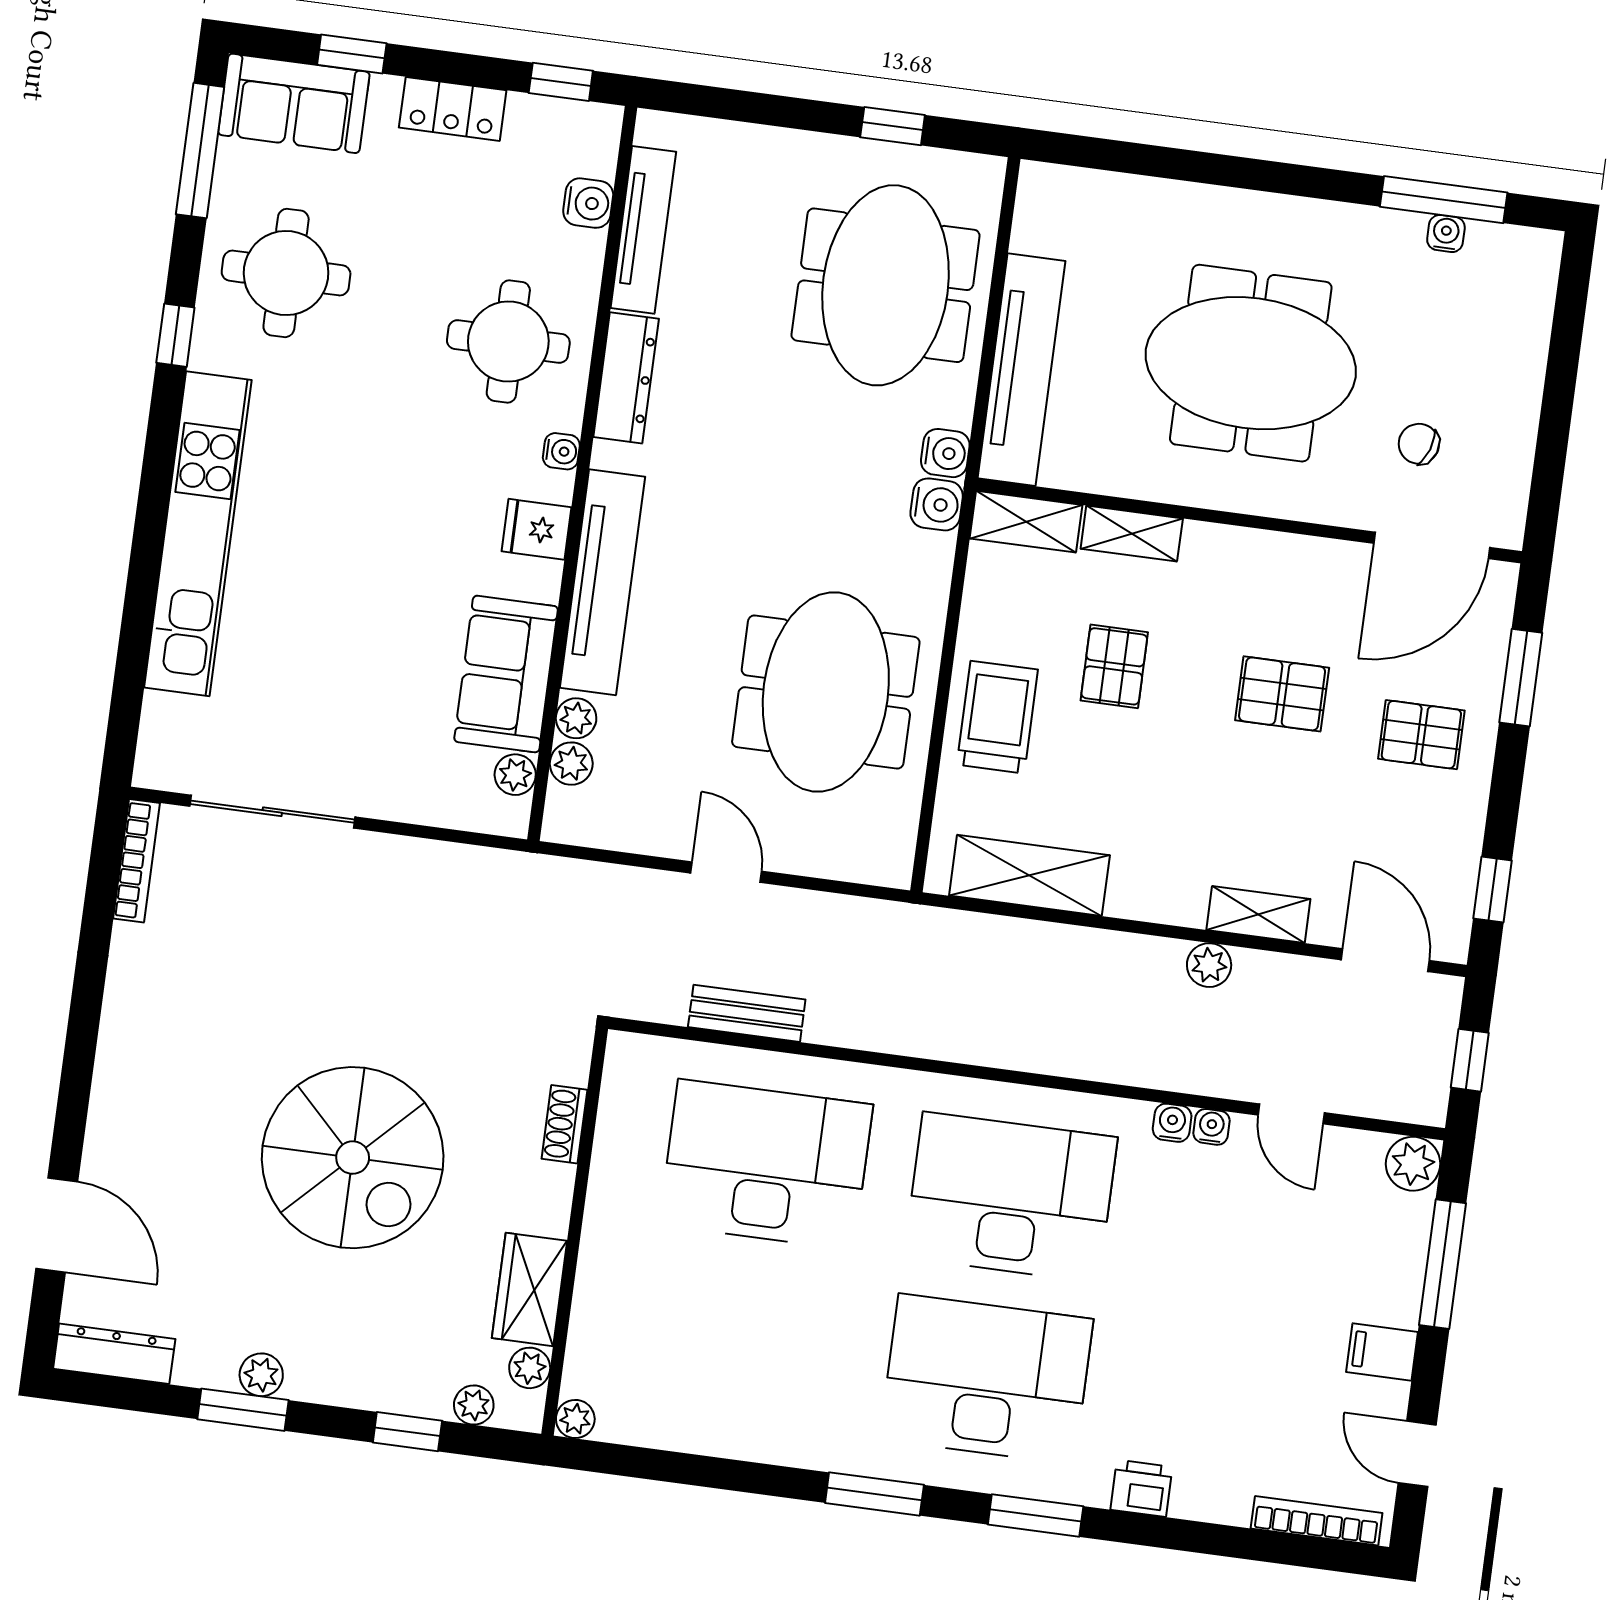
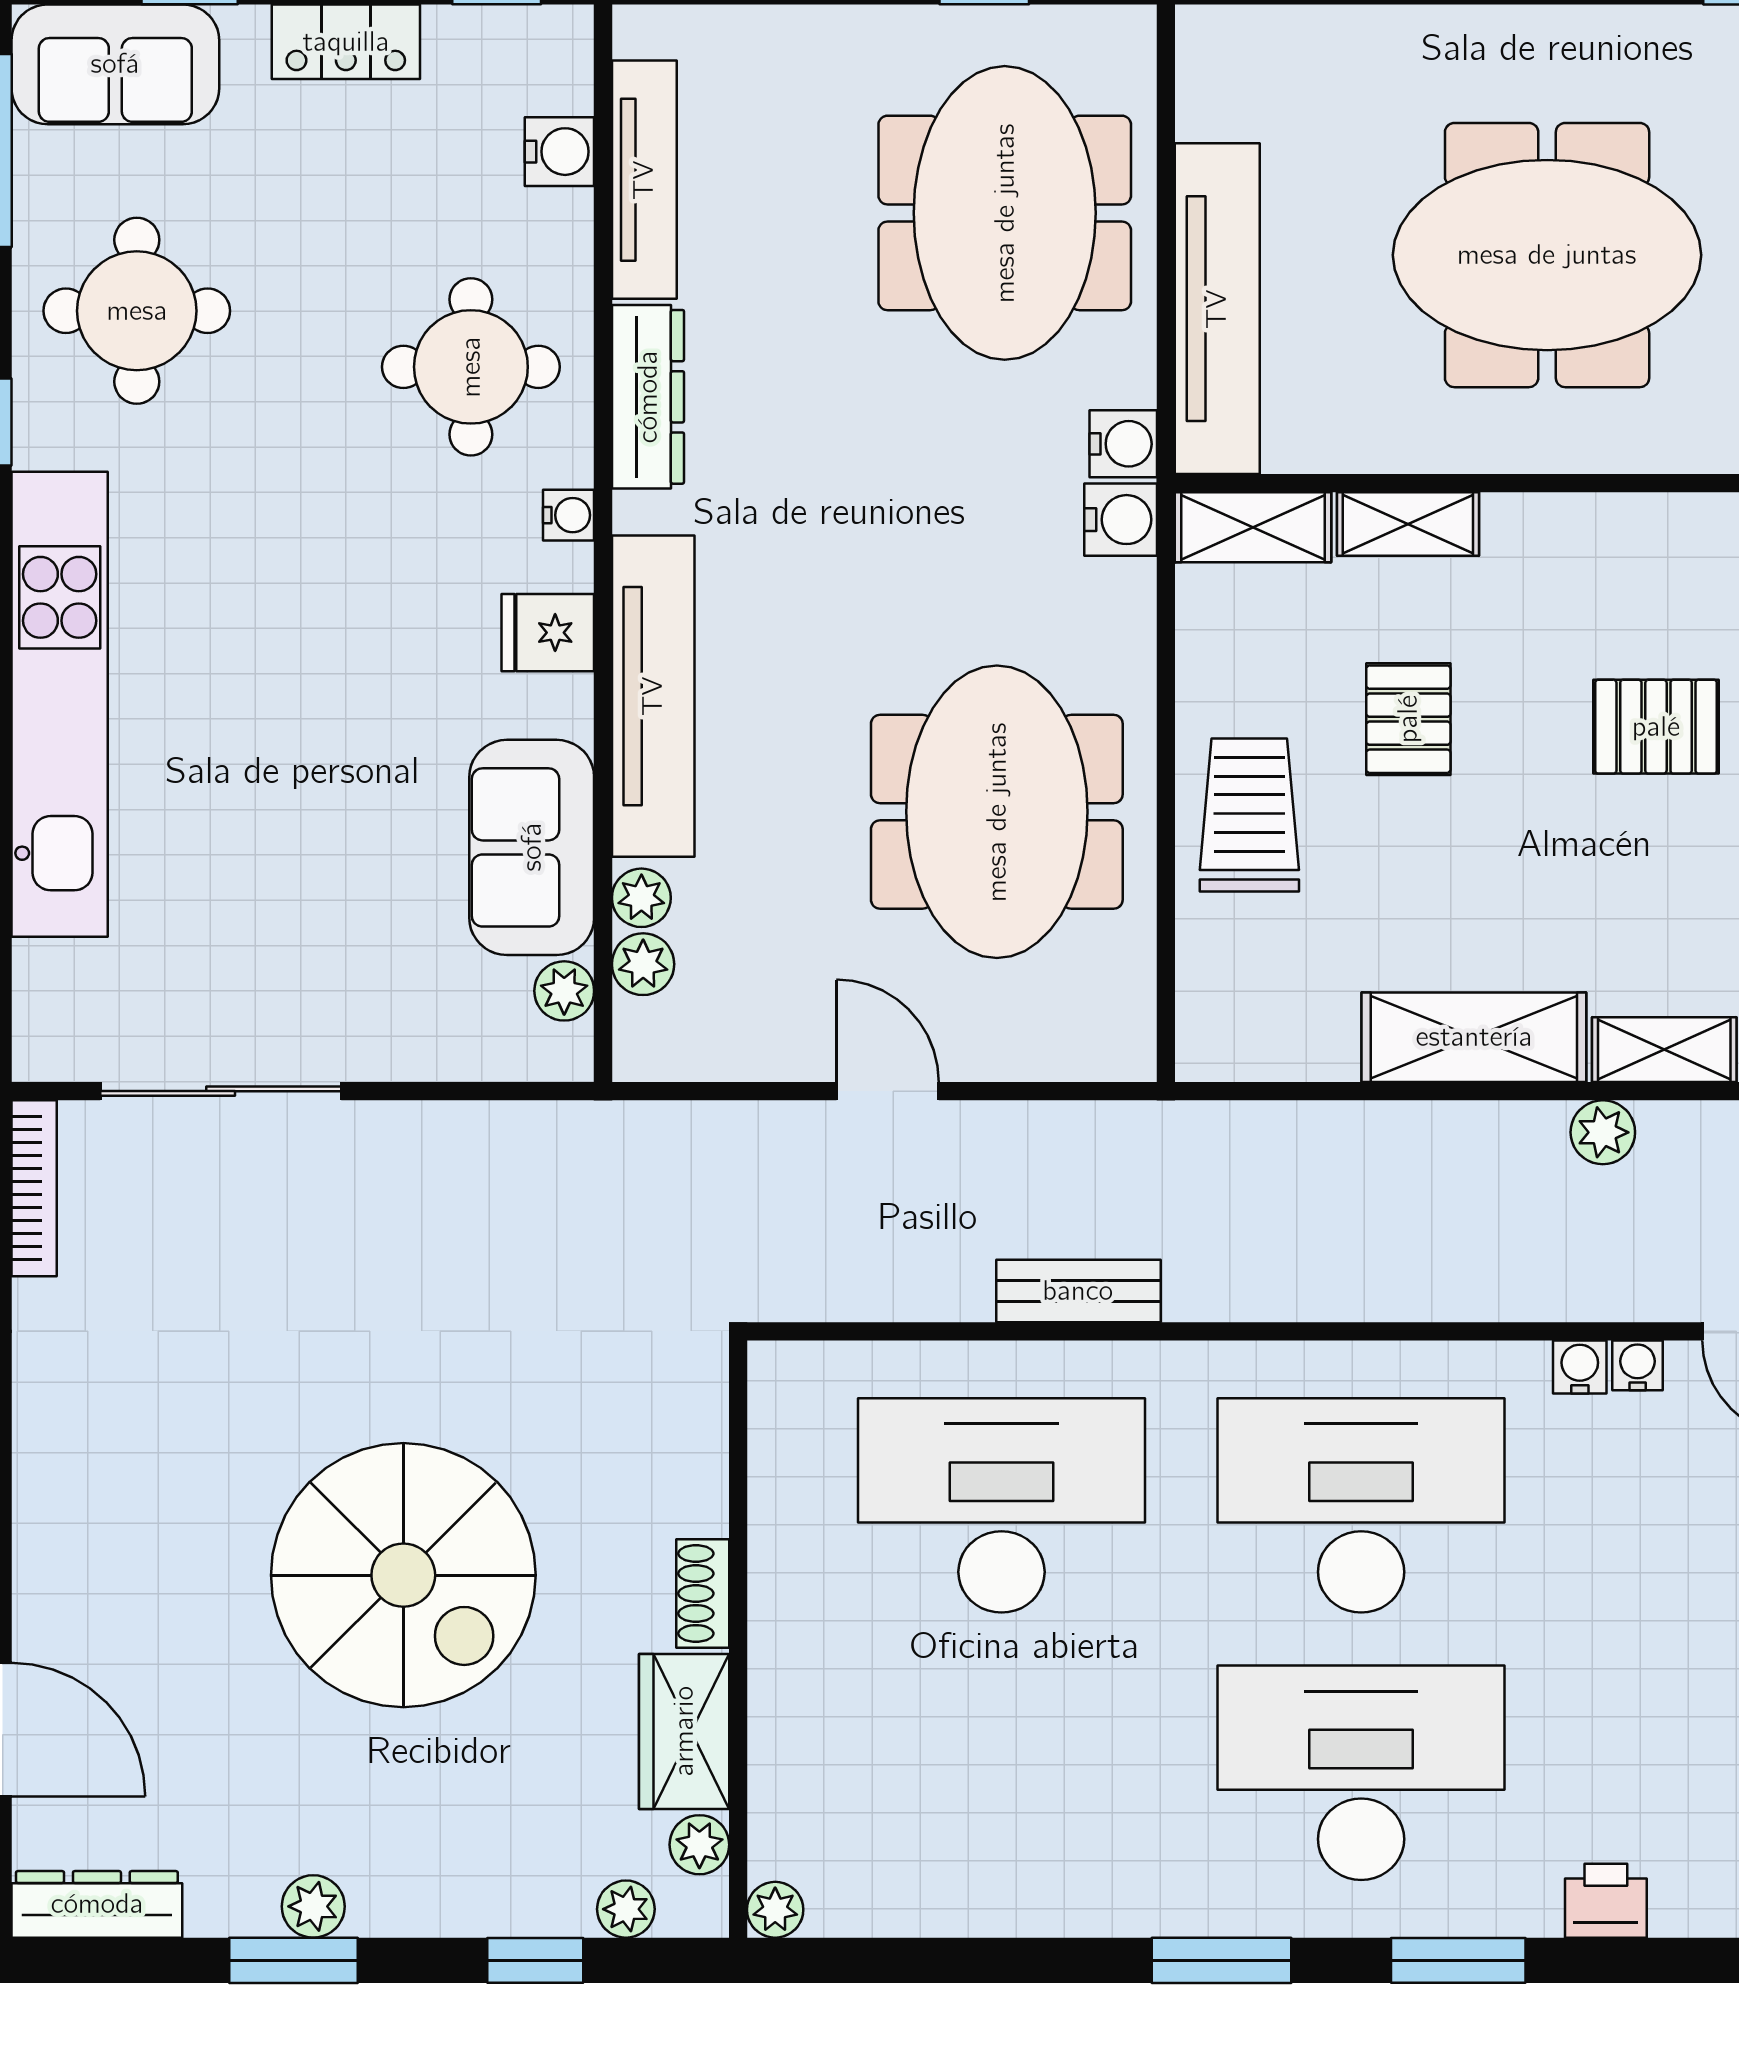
shelving: (1029, 875) -> (1474, 1037), moved
bench: (747, 1013) -> (1078, 1291), moved
shoe rack: (564, 1124) -> (703, 1593), moved

